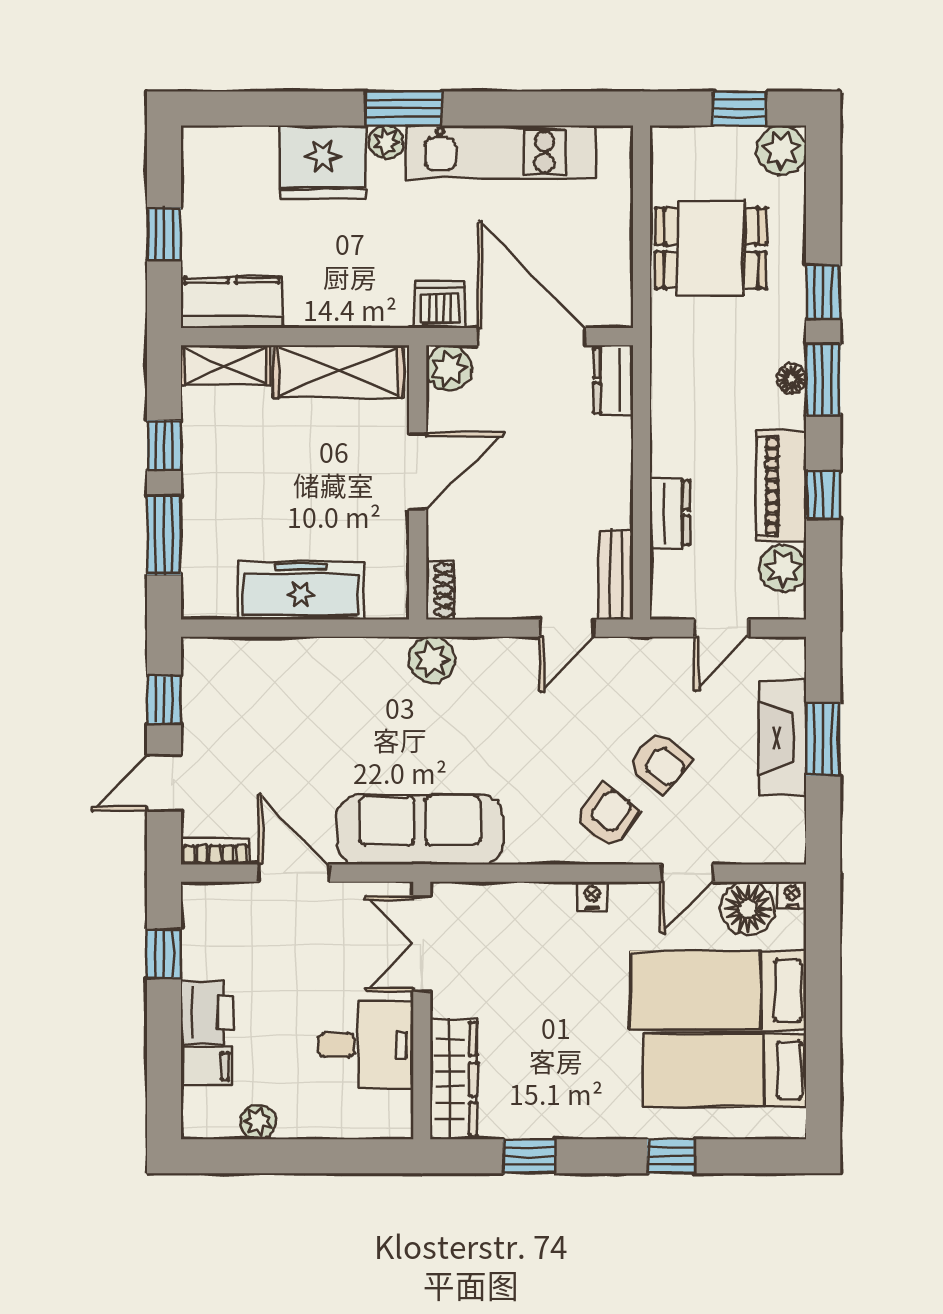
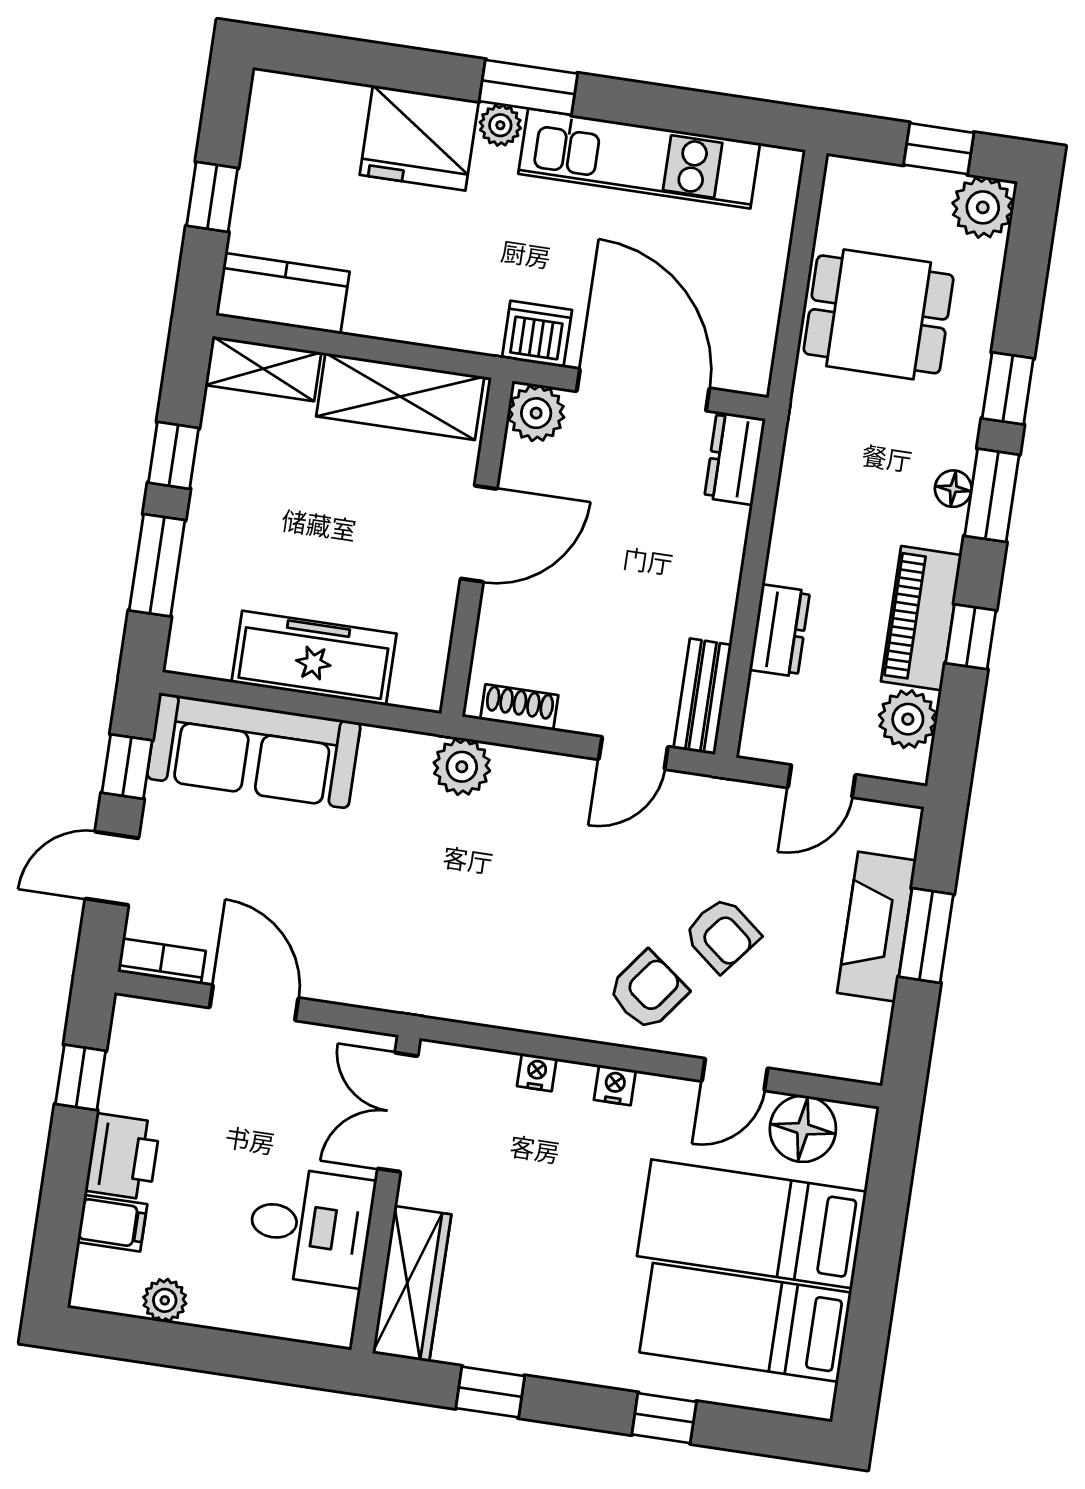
shoe rack: (440, 590) -> (519, 707), moved, turned -90
sofa: (420, 830) -> (254, 751), moved, turned 180
nightstand: (792, 895) -> (537, 1072), moved

